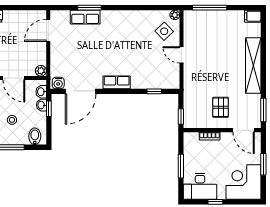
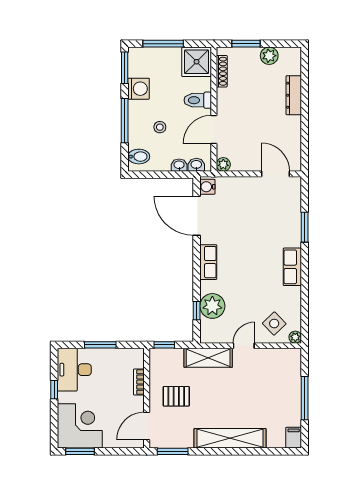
window: (210, 8) -> (305, 398), moved
row of seats: (85, 17) -> (292, 267), moved
plant: (151, 79) -> (212, 306), added
shelving: (191, 83) -> (208, 358), added
window: (49, 109) -> (174, 175), removed
window: (263, 164) -> (80, 451), moved

